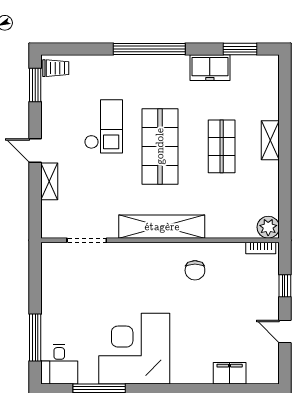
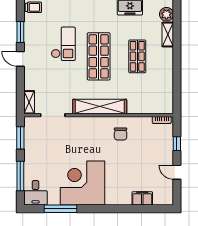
window: (35, 85) -> (20, 32), moved
shelving: (270, 140) -> (168, 35), moved
shelving: (49, 181) -> (29, 102), moved
plant: (268, 227) -> (166, 14), moved
window: (35, 276) -> (20, 138), added

